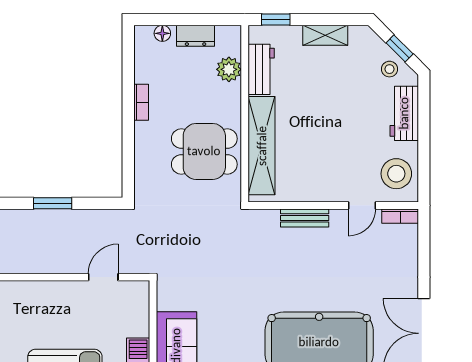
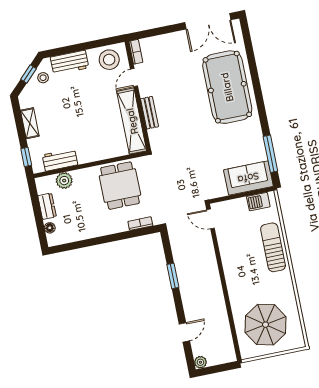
bookcase: (141, 102) -> (140, 224), moved
shelving: (262, 146) -> (132, 121), moved, turned 90
door: (362, 205) -> (134, 78), swing flipped
door: (103, 277) -> (211, 219), moved

